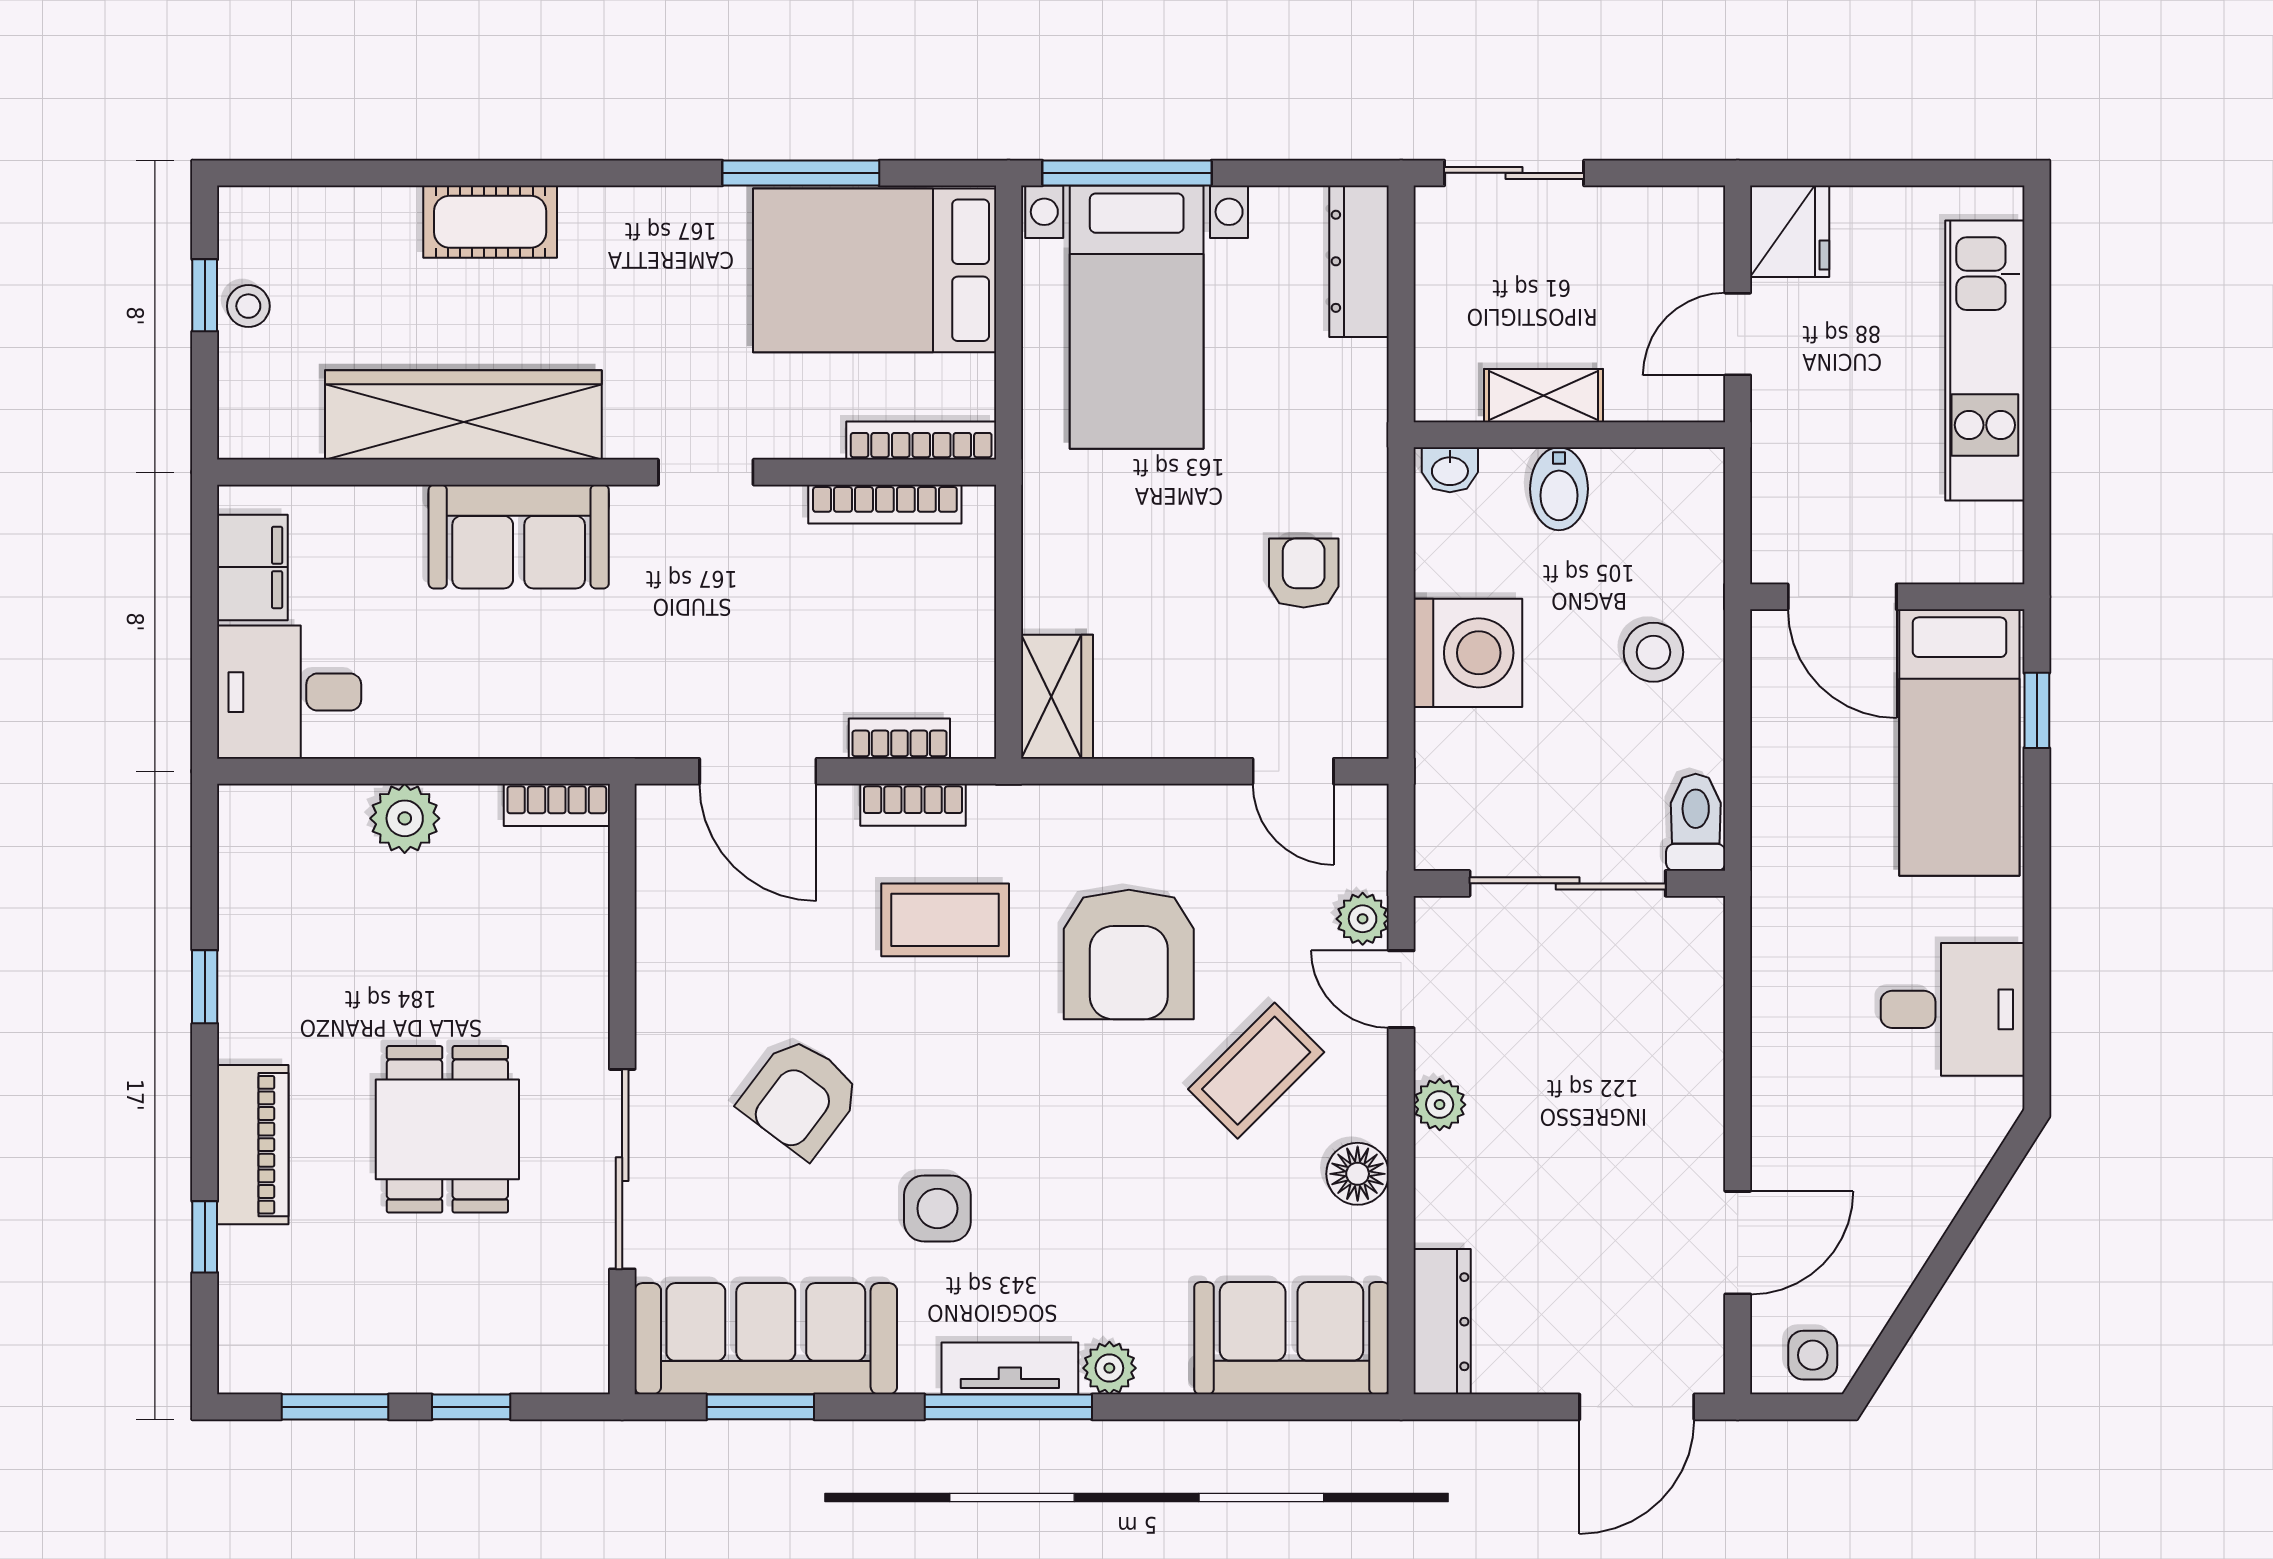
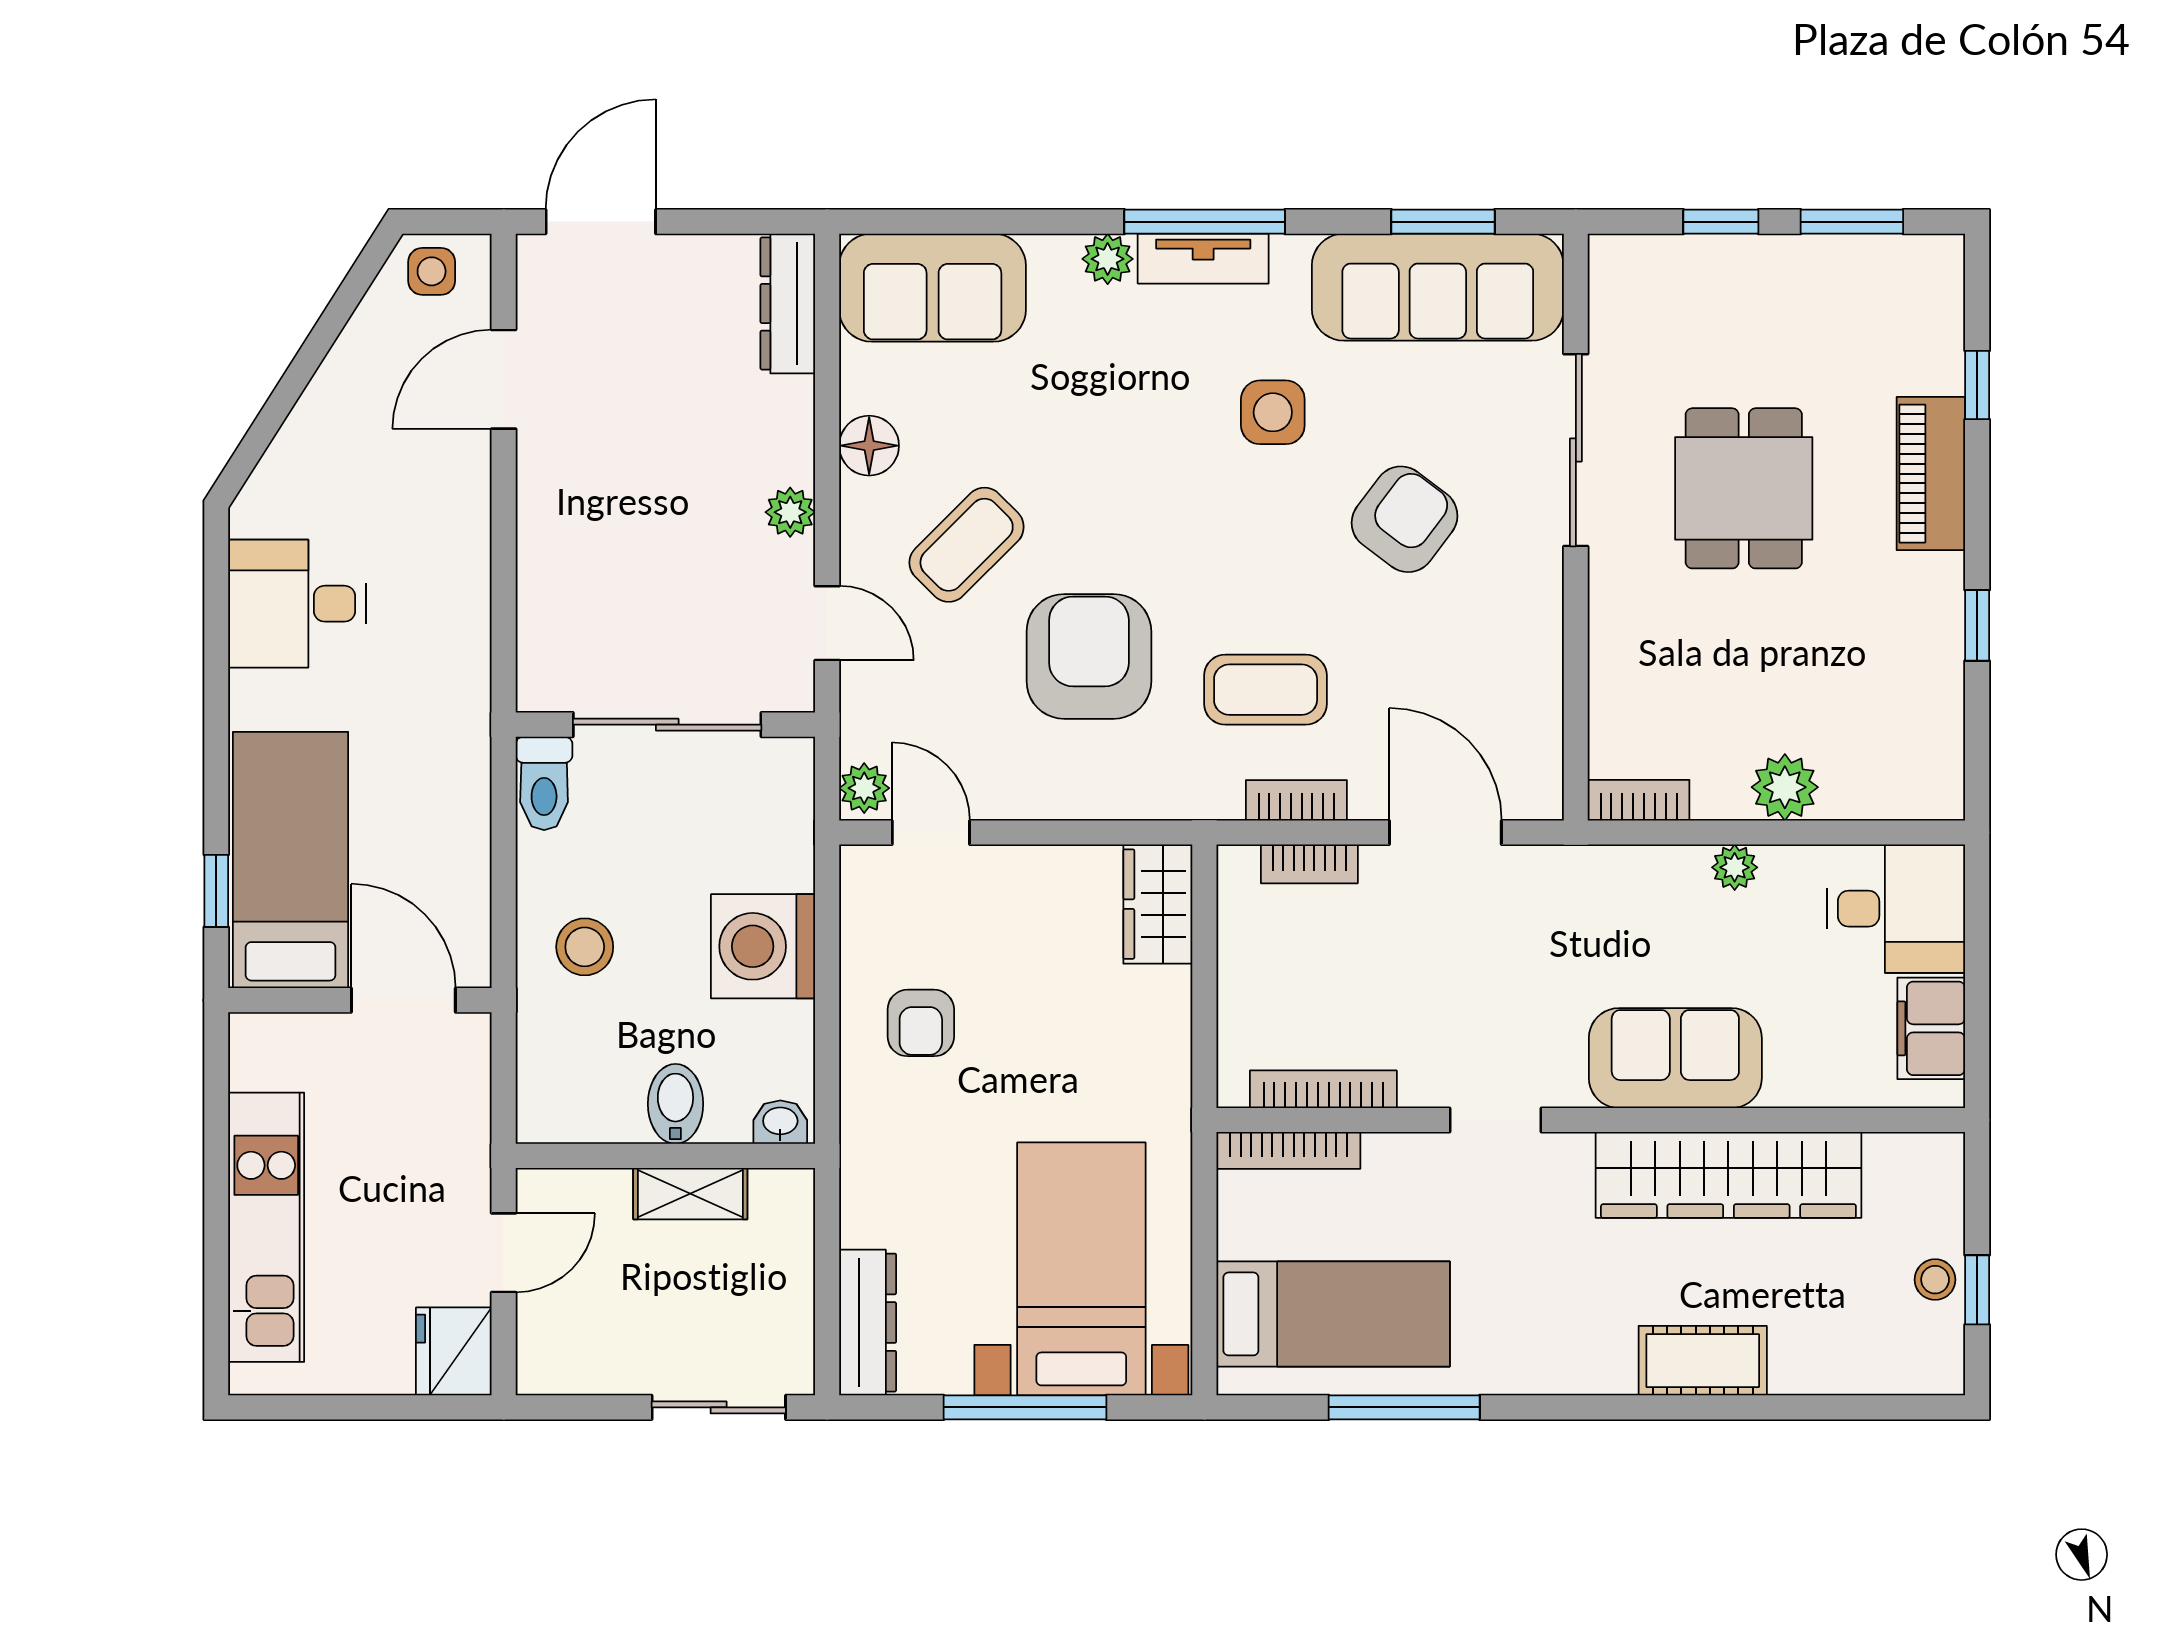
window: (1127, 173) -> (1025, 1407), moved
bed: (875, 270) -> (1333, 1314), width x0.67
plant: (457, 735) -> (1735, 867), added
plant: (1363, 919) -> (864, 788), moved

